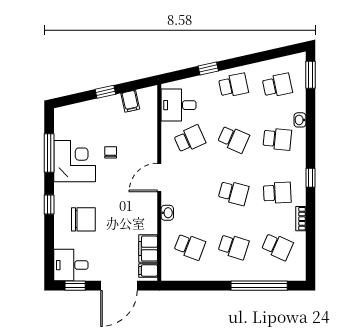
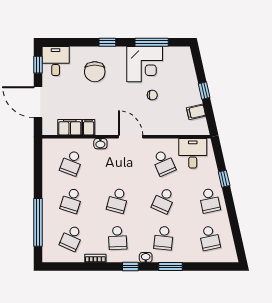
window: (311, 75) -> (170, 266), moved
washbasin: (300, 120) -> (146, 257), moved
filing cabinet: (148, 271) -> (89, 127), moved

